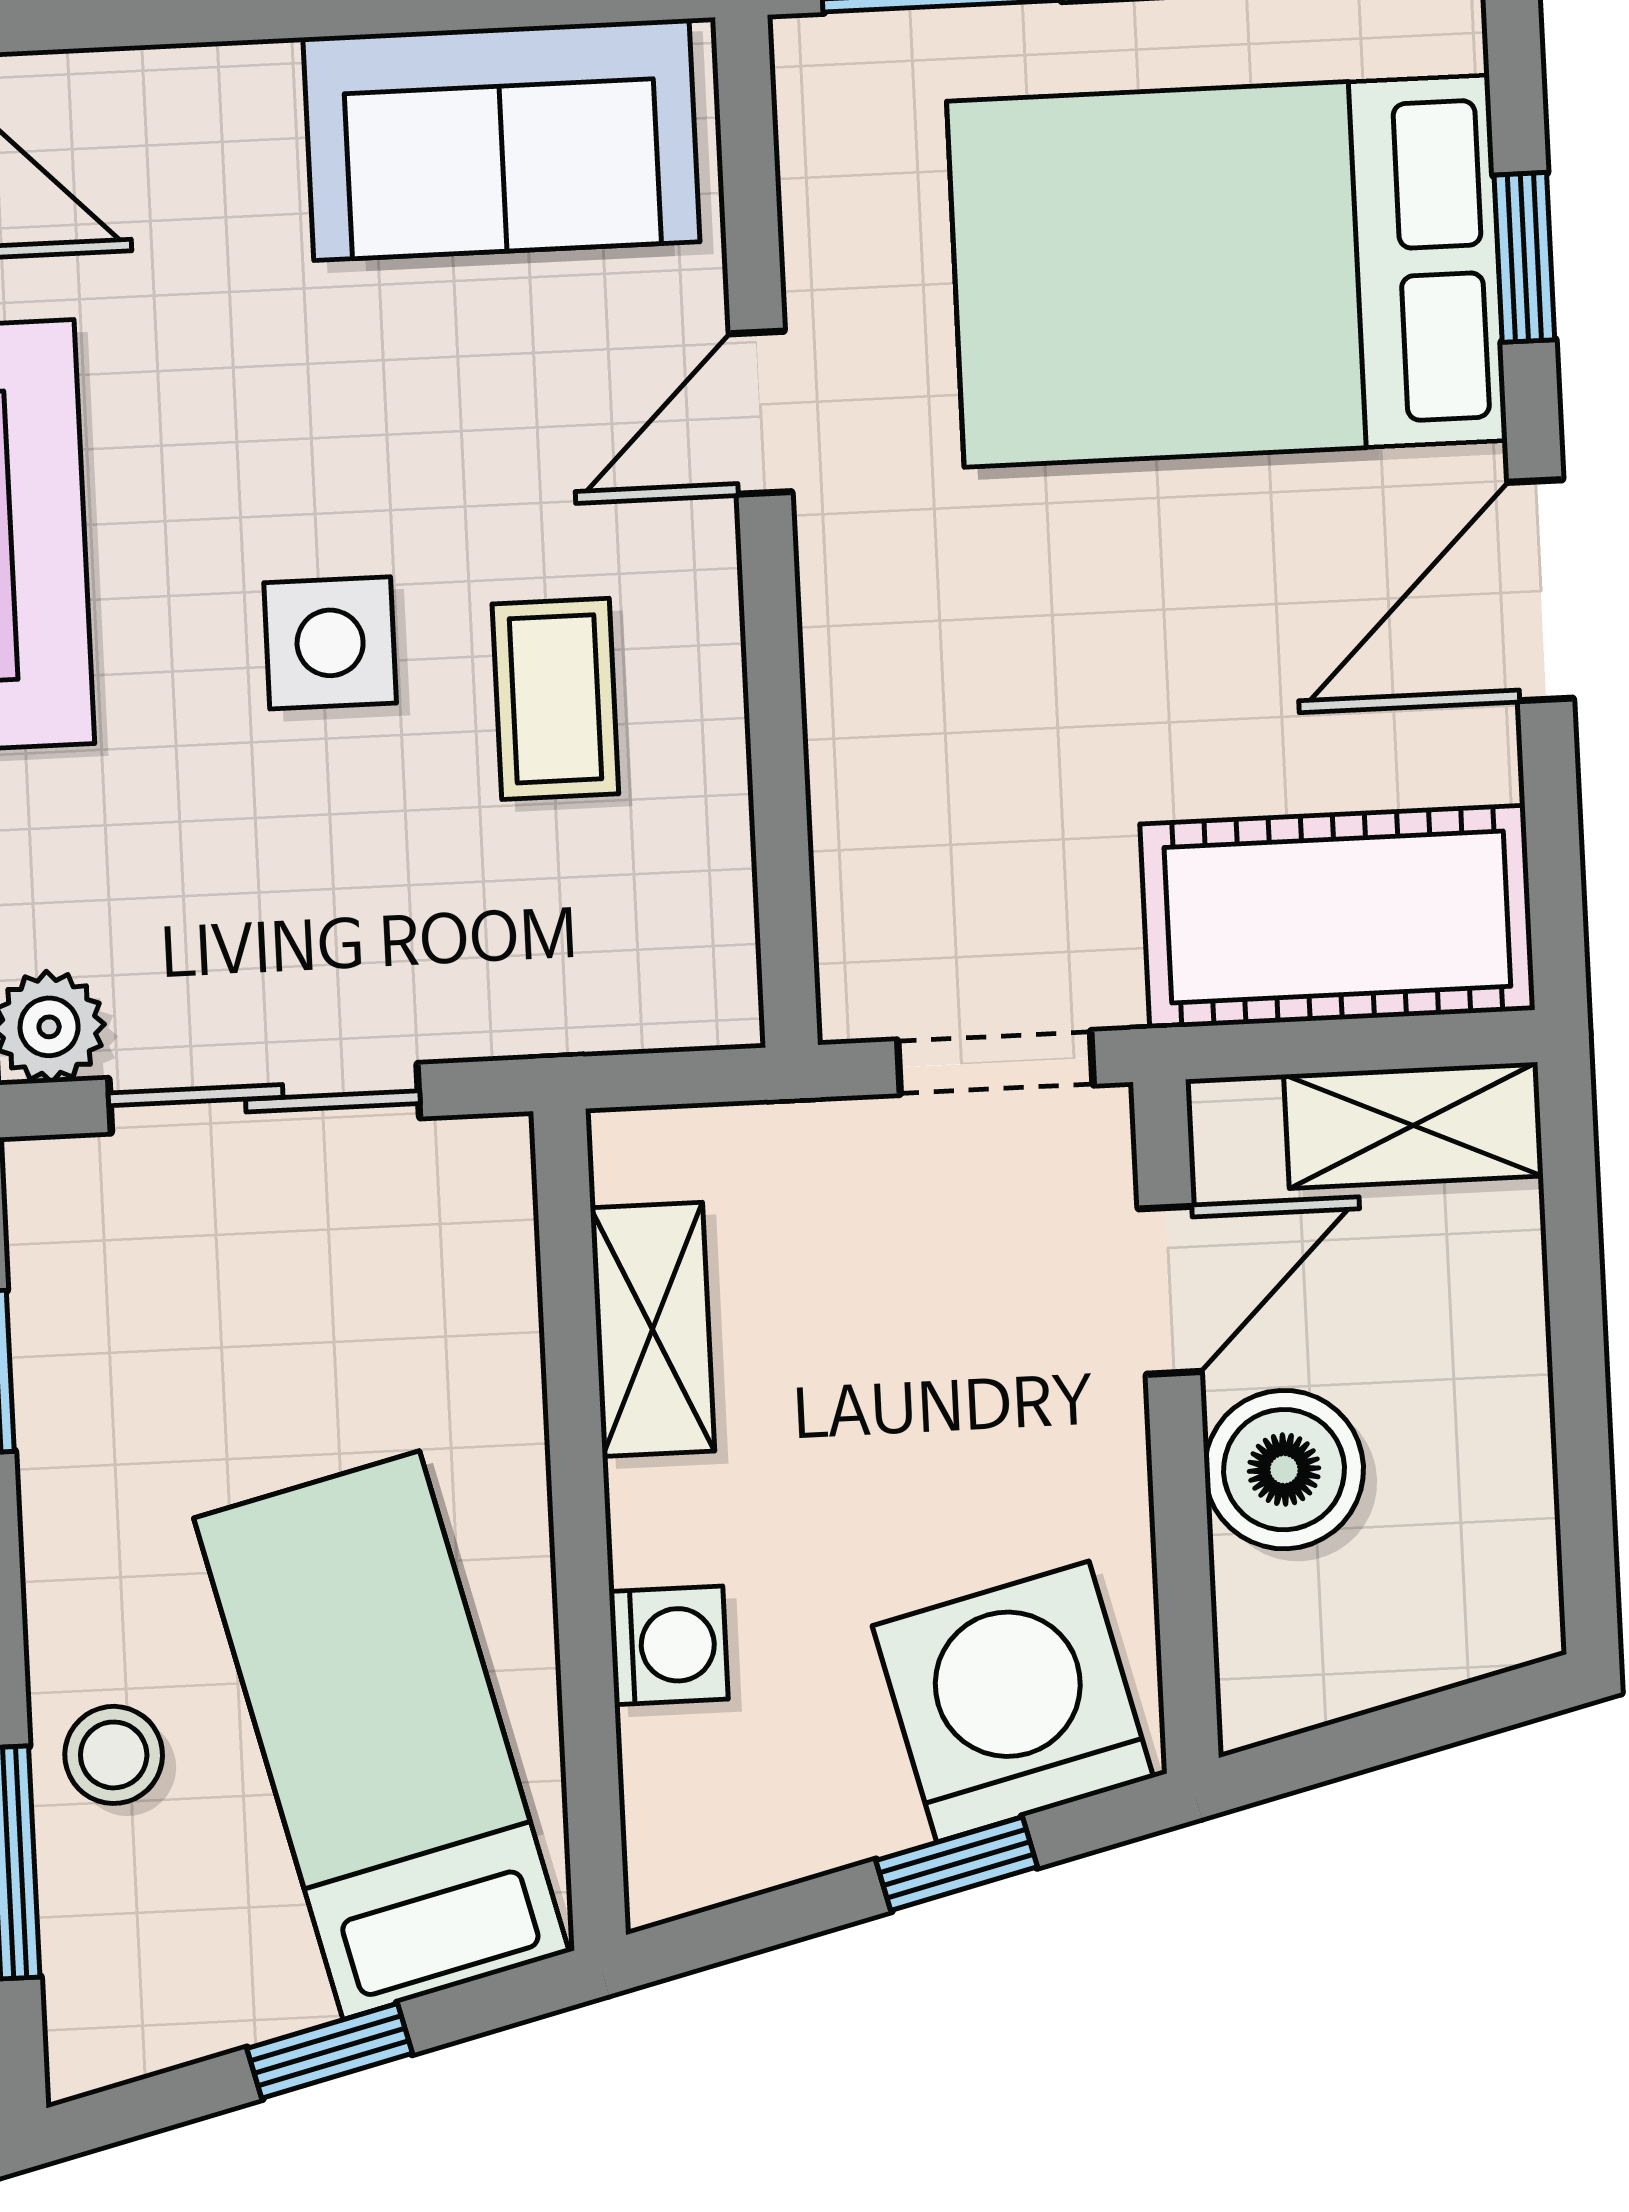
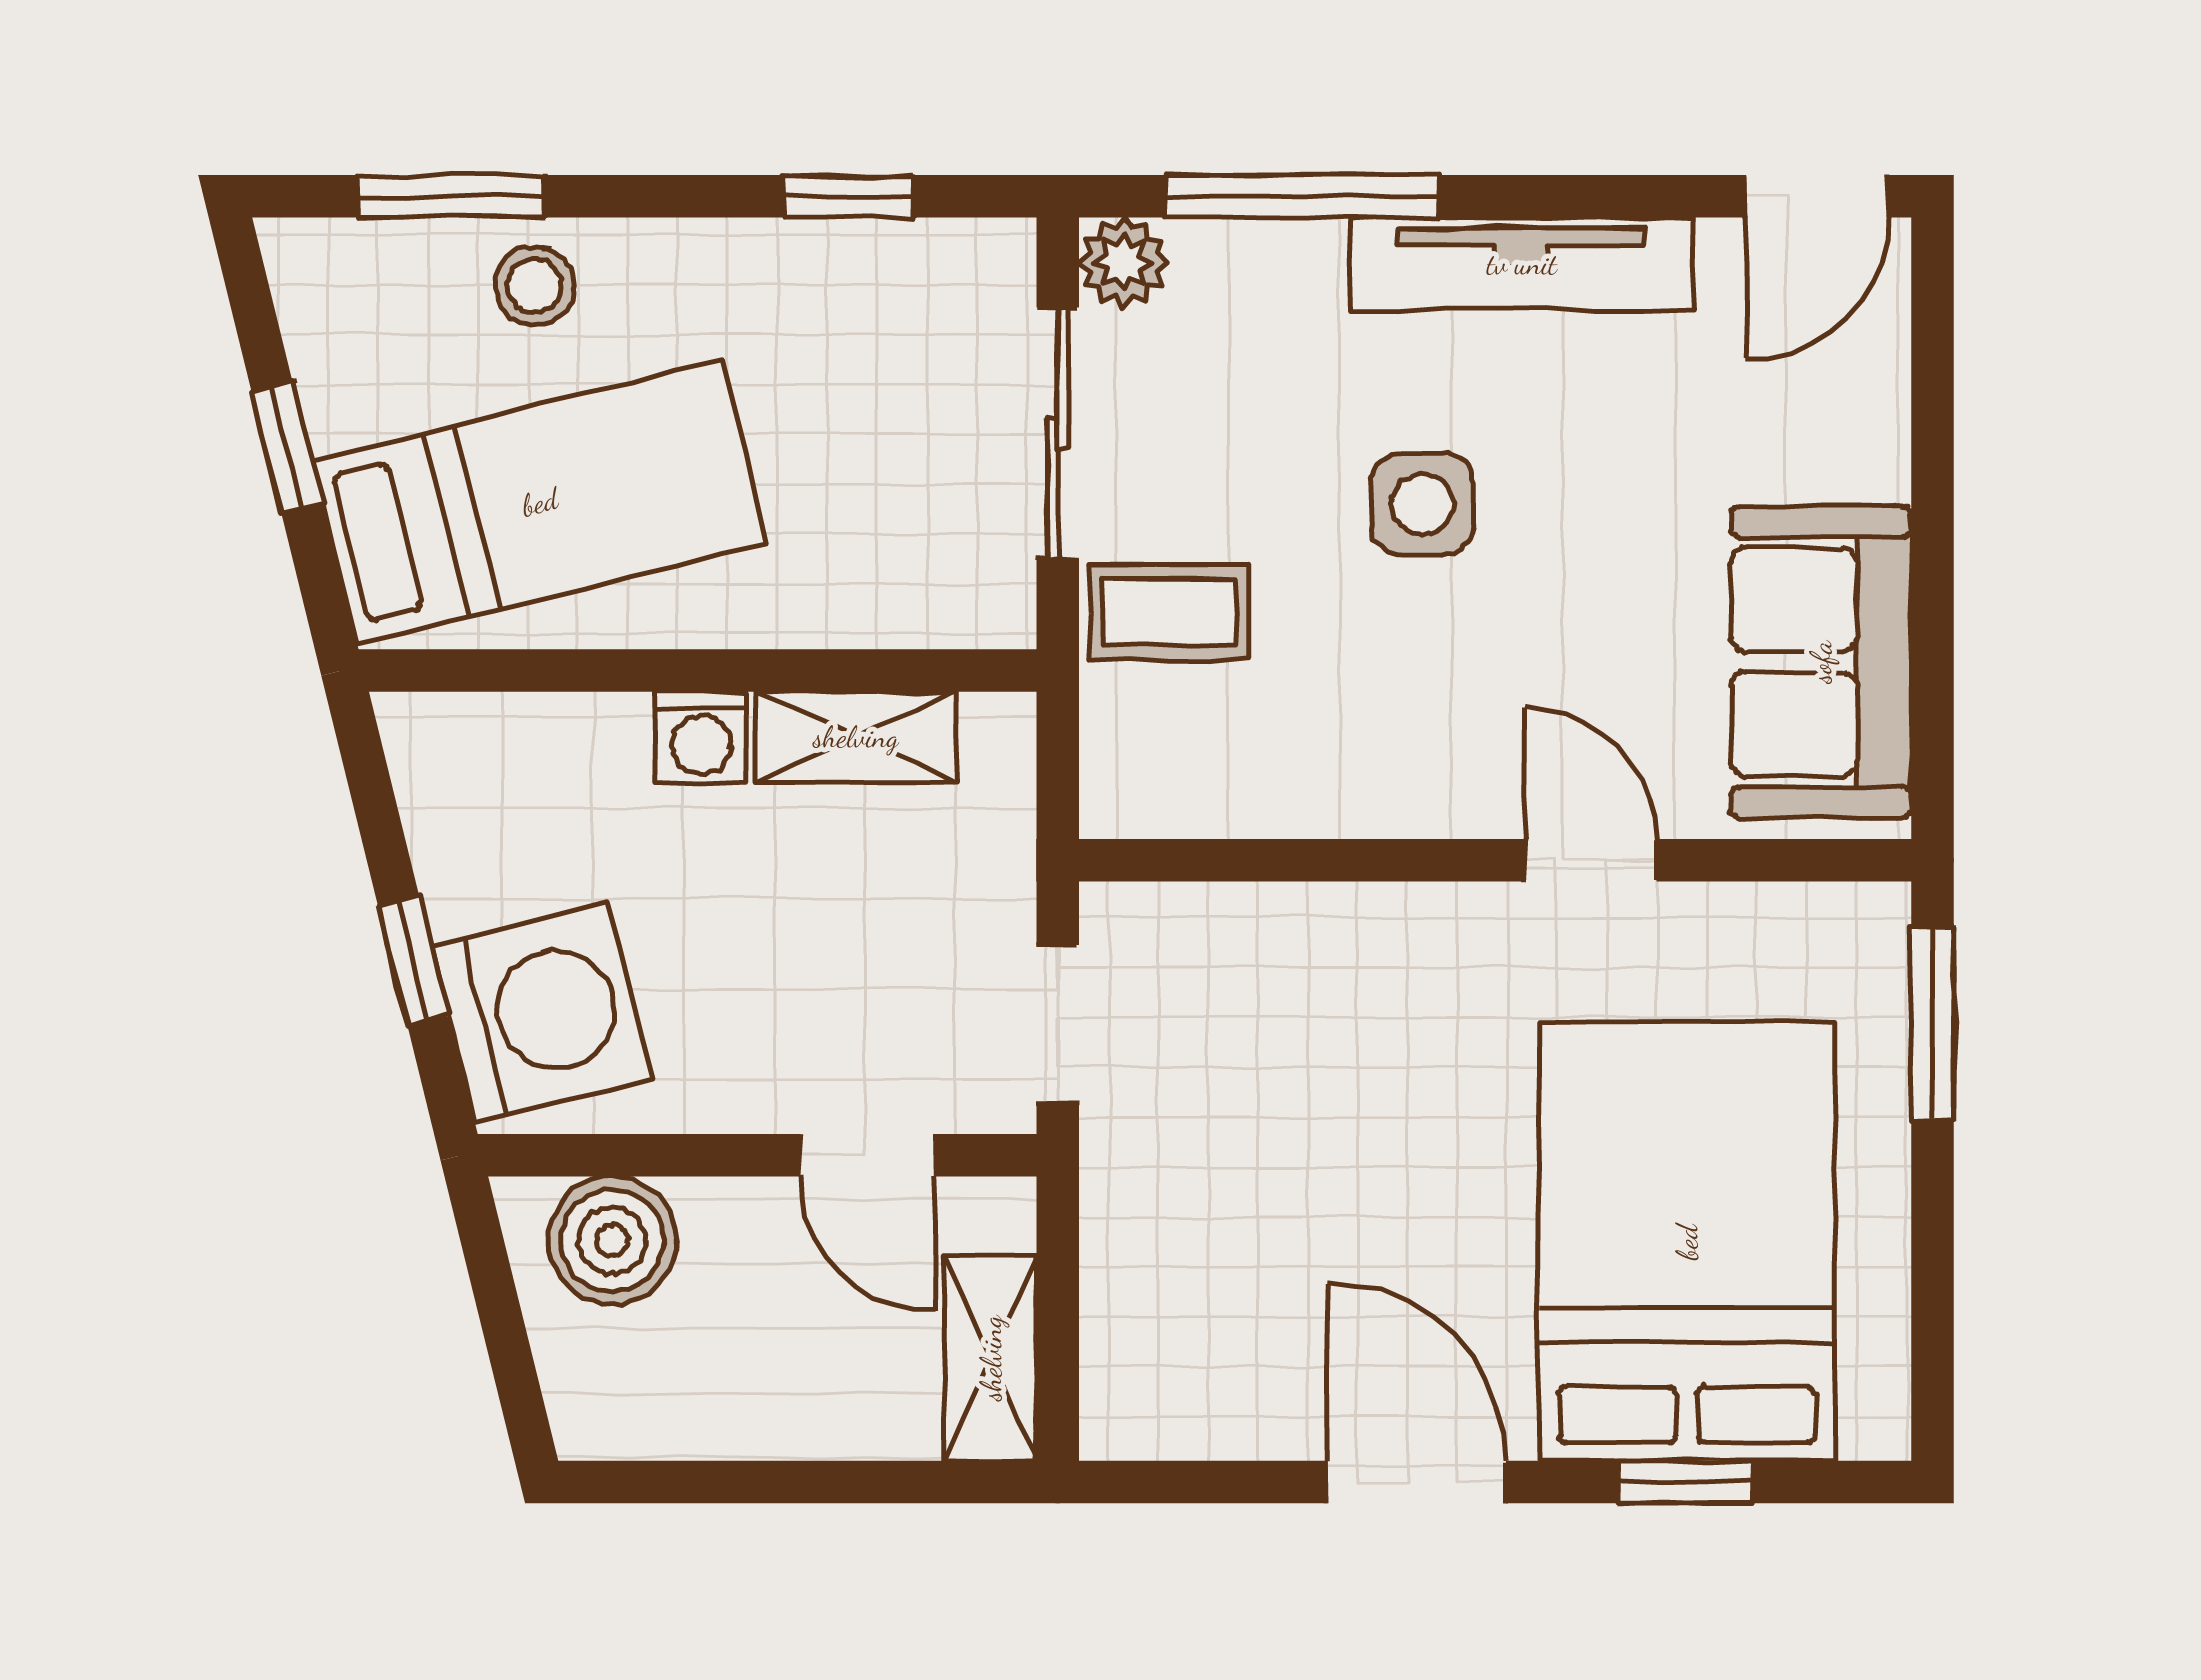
coffee table: (555, 699) -> (1169, 612), moved
cot: (1337, 917) -> (1162, 1305), removed
boiler: (1284, 1470) -> (612, 1240), moved
washing machine: (669, 1645) -> (701, 737), moved

